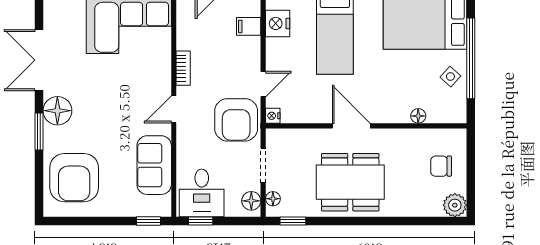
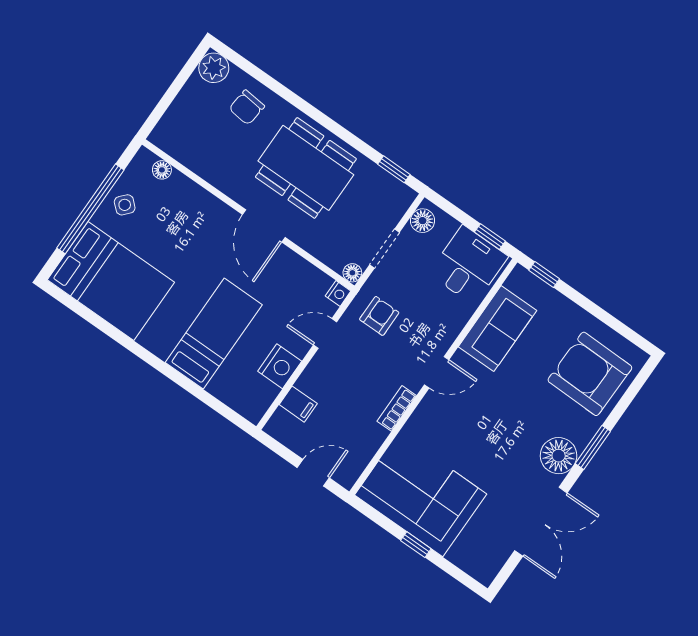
nightstand: (278, 23) -> (280, 366), moved
floor lamp: (418, 116) -> (162, 170), moved
armchair: (236, 120) -> (379, 316), width x0.53, depth x0.53
chair: (441, 166) -> (247, 107), moved, turned 96
armchair: (74, 178) -> (590, 374), turned -89
floor lamp: (273, 199) -> (352, 273), moved

